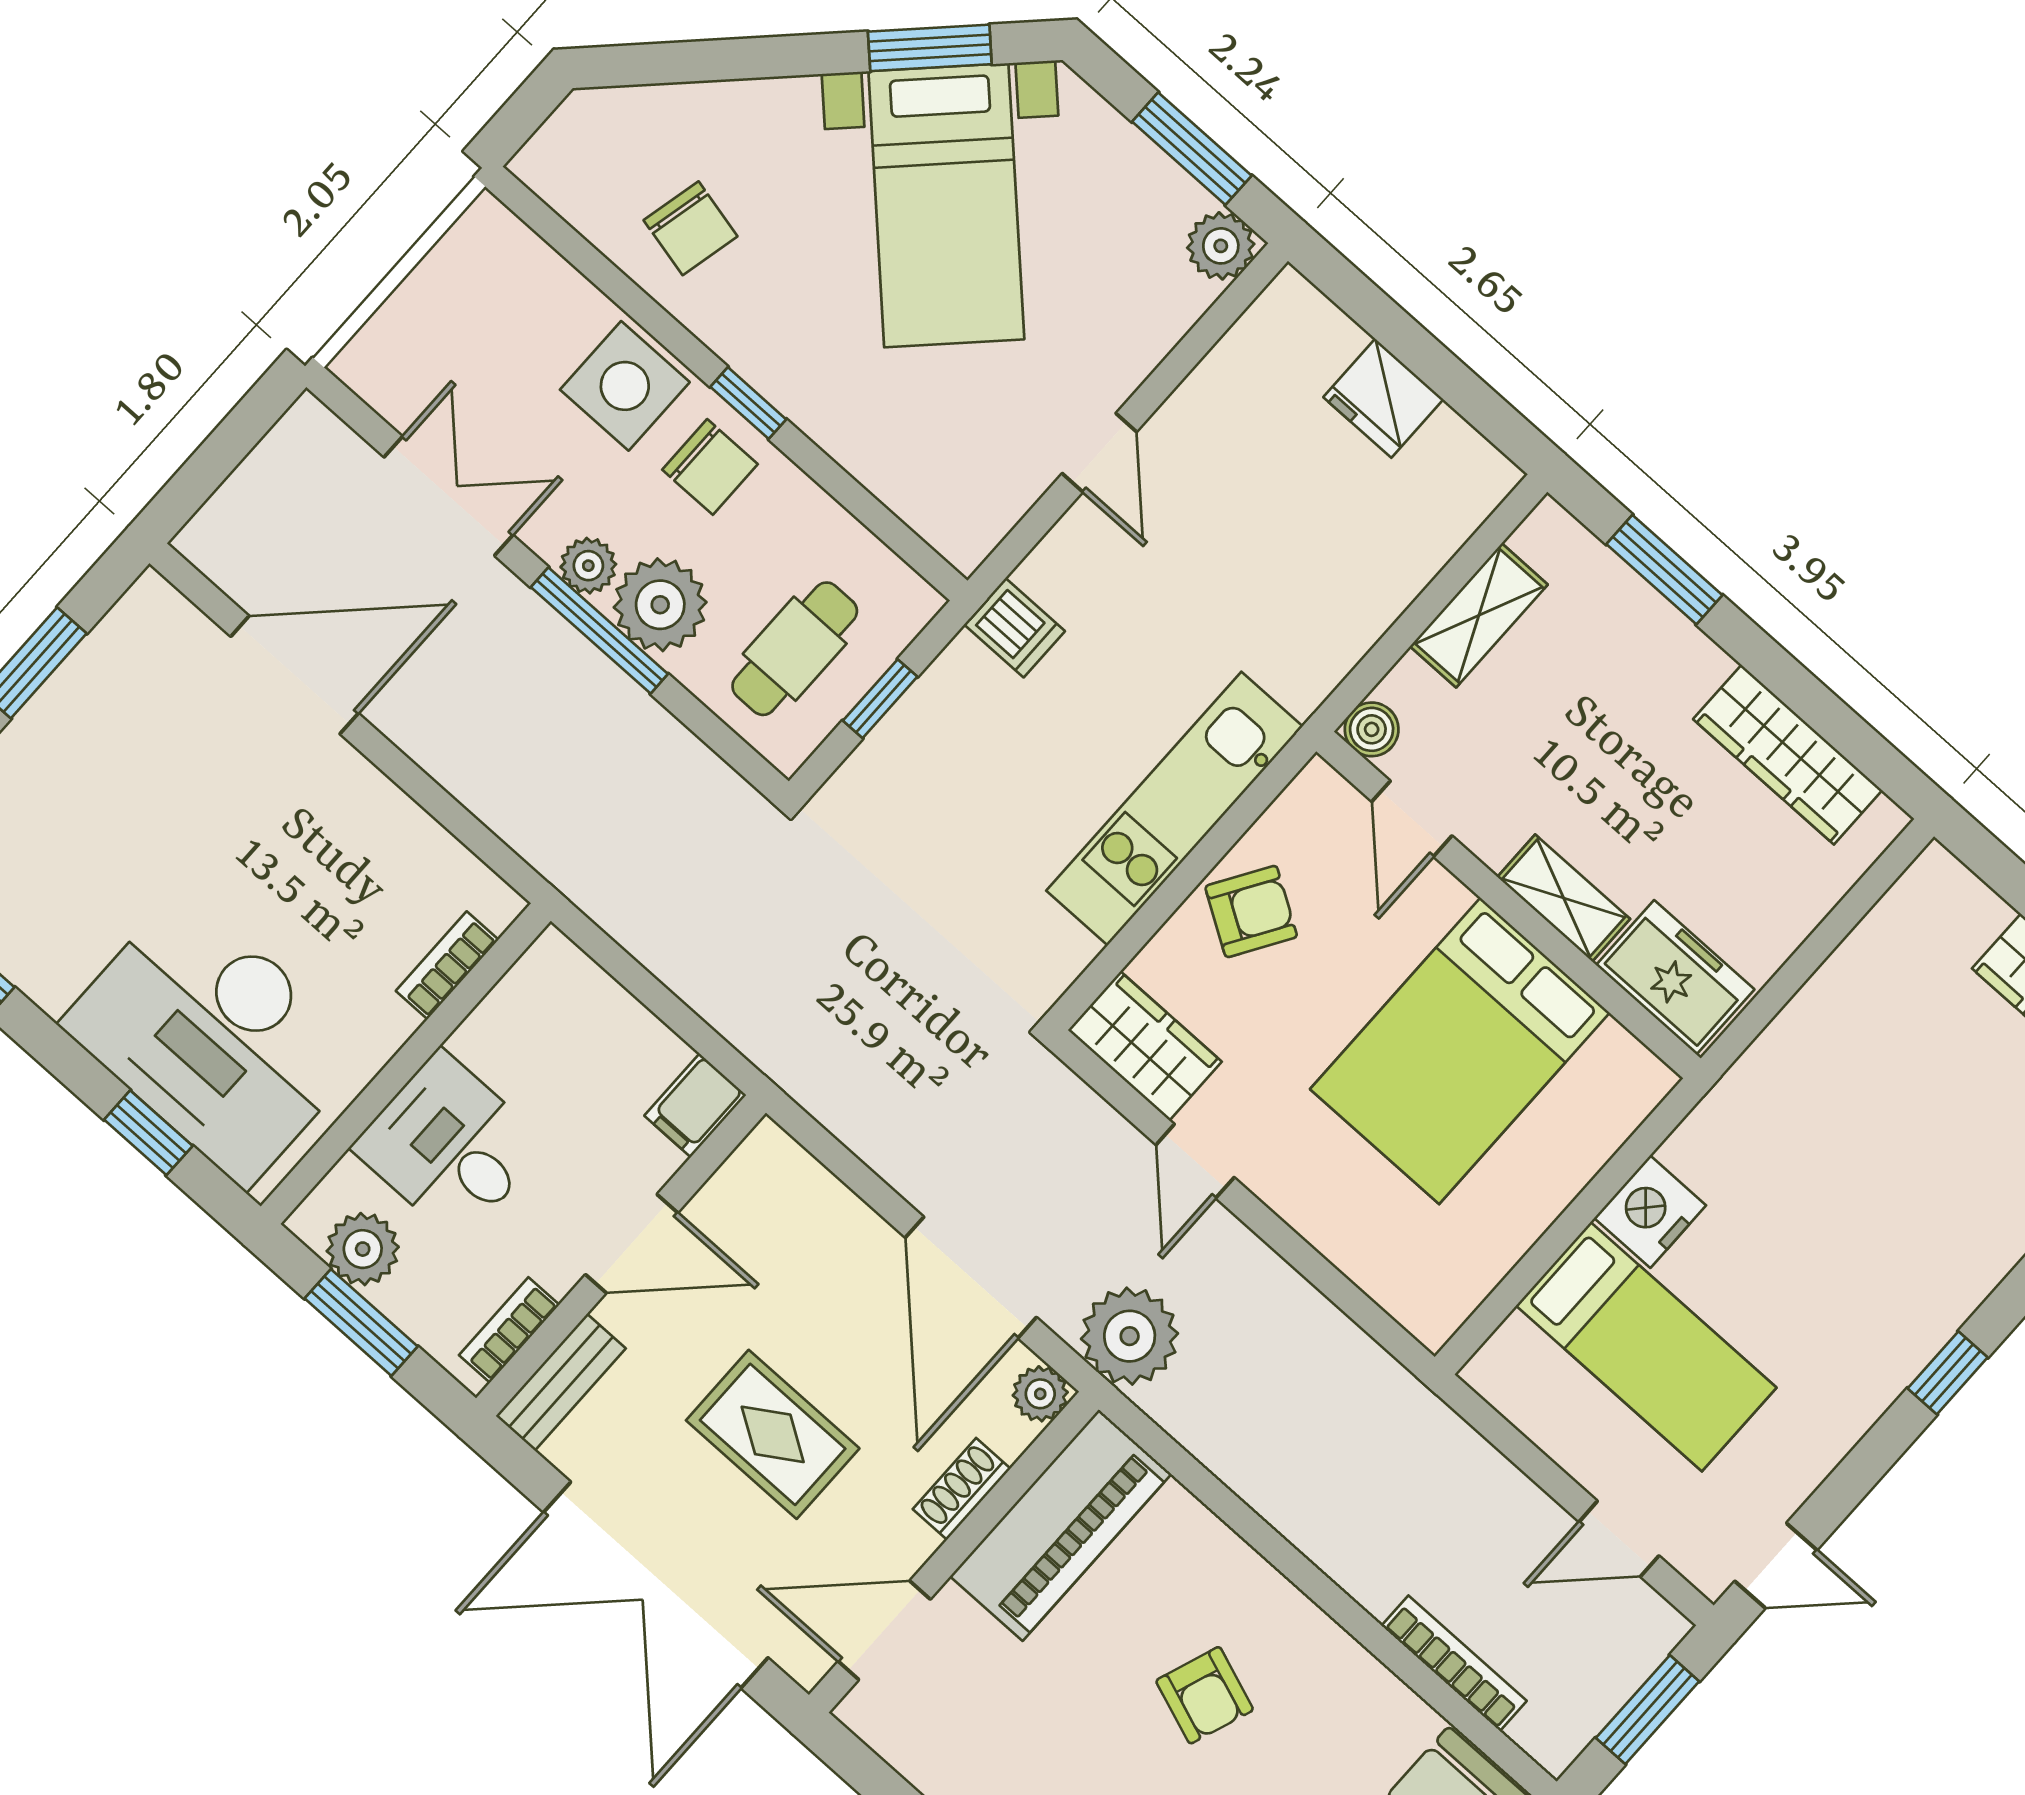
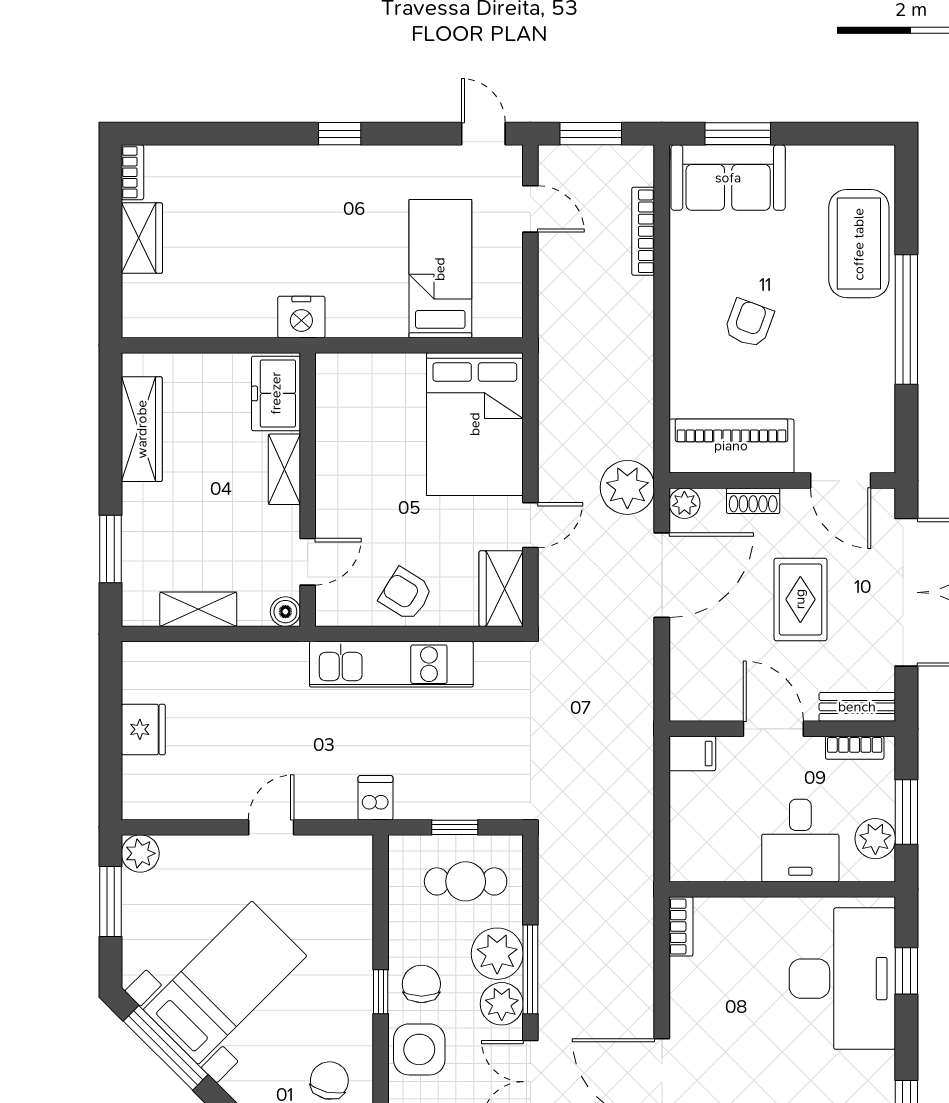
window: (930, 48) -> (166, 1048), width x1.44
plant: (588, 566) -> (502, 1004), width x1.38, depth x1.38
bookcase: (447, 965) -> (681, 926), moved, turned -90
bed: (1460, 1051) -> (475, 424), moved, turned 90
nightstand: (1650, 1212) -> (301, 317), moved

